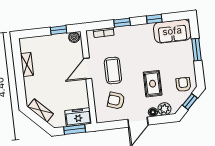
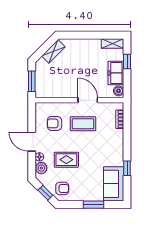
window: (122, 23) -> (127, 138), removed
window: (59, 30) -> (127, 61), moved
shelving: (27, 64) -> (112, 44), moved
armchair: (116, 101) -> (54, 123), turned -109
freezer: (78, 117) -> (116, 73), moved, turned 180

